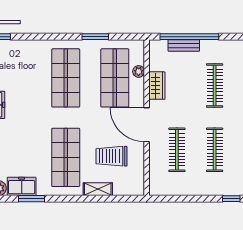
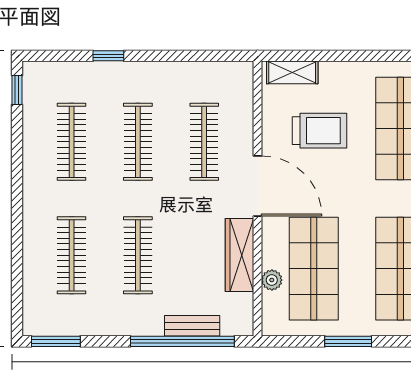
wardrobe: (157, 86) -> (239, 255), width x1.50
shelving: (98, 189) -> (292, 72), moved

